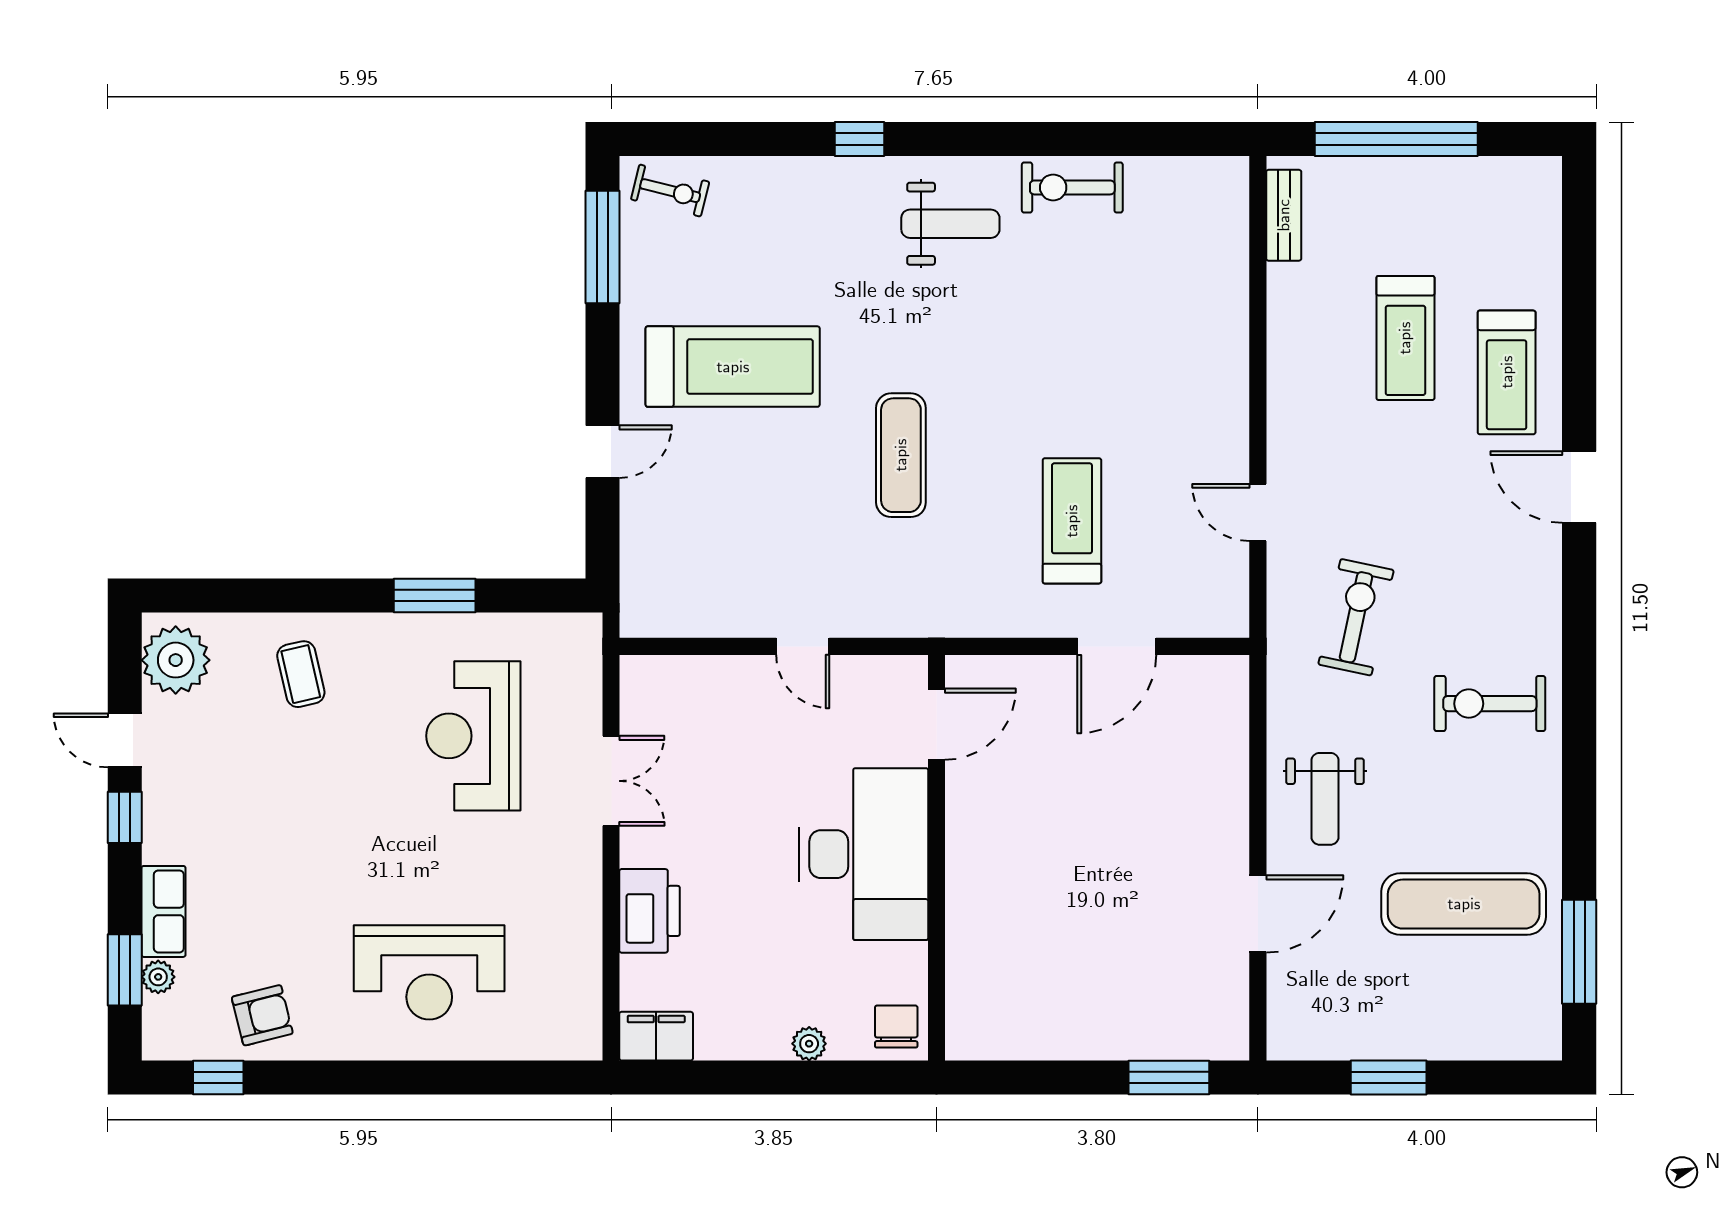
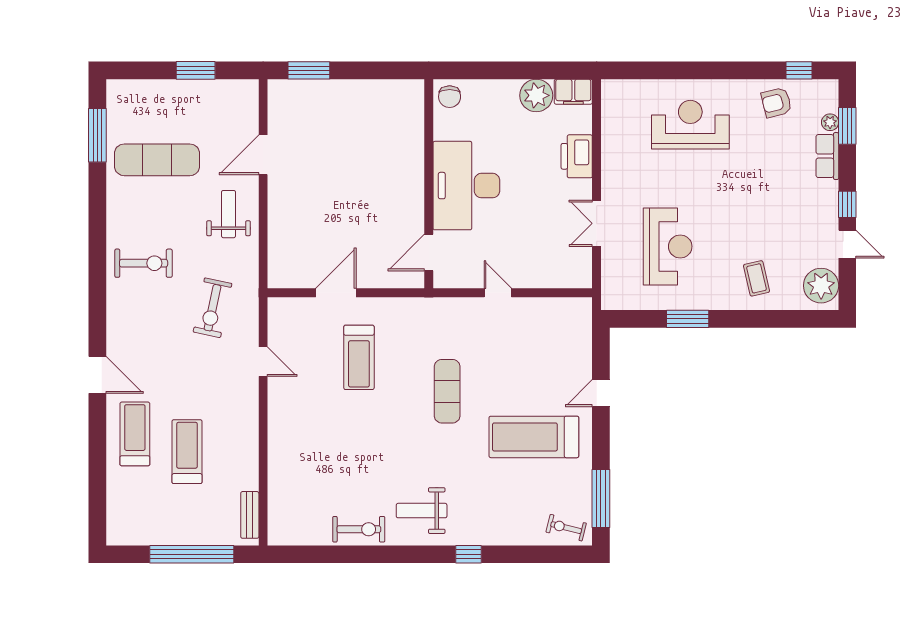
plant: (809, 1044) -> (536, 95), moved, width x1.87, depth x1.87

